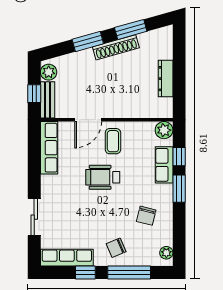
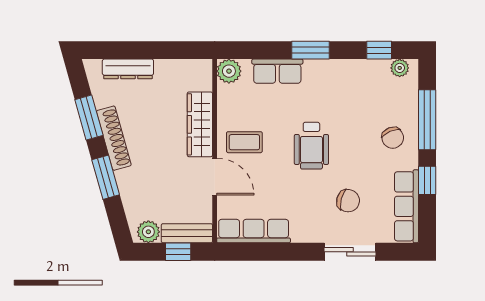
dresser: (166, 79) -> (128, 69), moved
wardrobe: (126, 109) -> (200, 124), added
window: (179, 157) -> (379, 50), moved
wheelchair: (103, 177) -> (311, 146), moved
chair: (146, 216) -> (348, 201), moved

